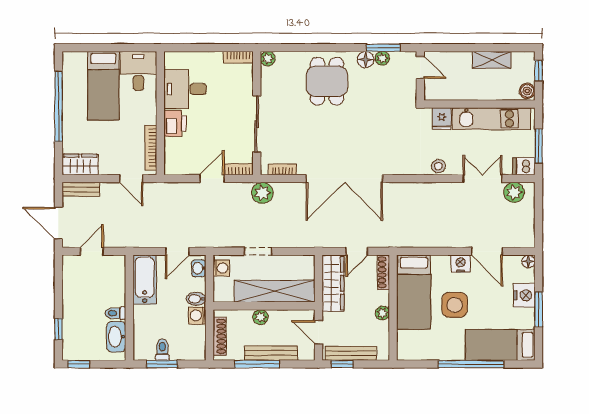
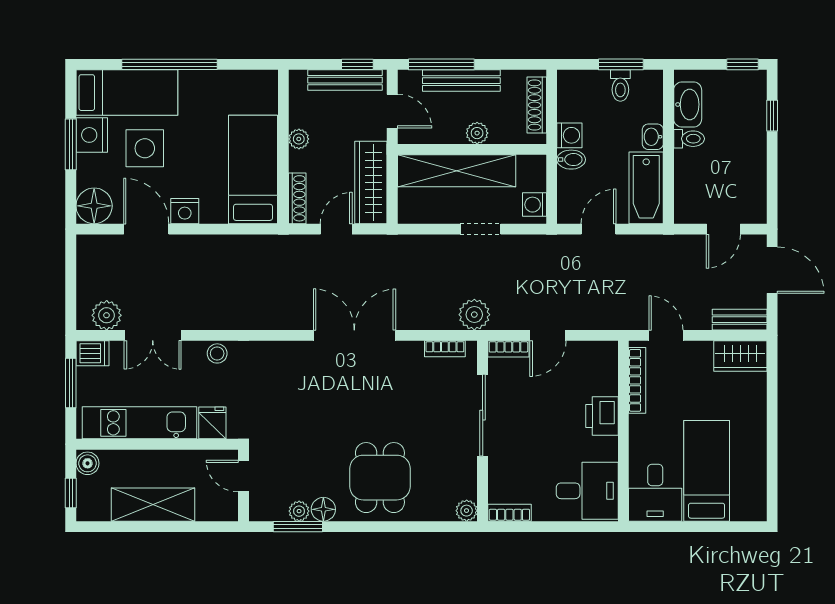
shelving: (492, 60) -> (153, 505), width x1.50, depth x1.33
door: (420, 67) -> (243, 476), moved
desk: (185, 89) -> (587, 491), moved
window: (58, 106) -> (772, 441), removed
double door: (344, 179) -> (354, 335), width x0.73
floor lamp: (528, 261) -> (94, 206), width x1.89, depth x1.89
washbasin: (199, 268) -> (653, 137), moved, turned 180
nightstand: (524, 295) -> (92, 135), moved
side table: (455, 305) -> (145, 148), moved
window: (257, 364) -> (441, 64), moved

